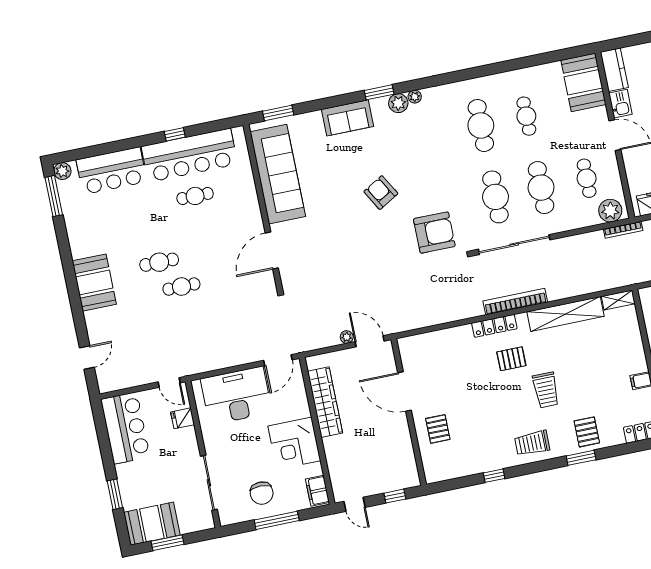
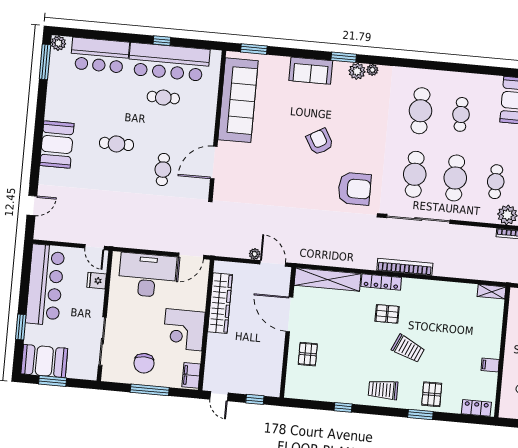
cafe table: (181, 287) -> (163, 170), moved, turned 90
shelving: (565, 314) -> (327, 279), moved
trolley: (546, 390) -> (408, 349), turned -66
bar counter: (125, 428) -> (45, 285), width x1.36

